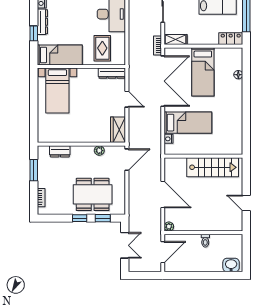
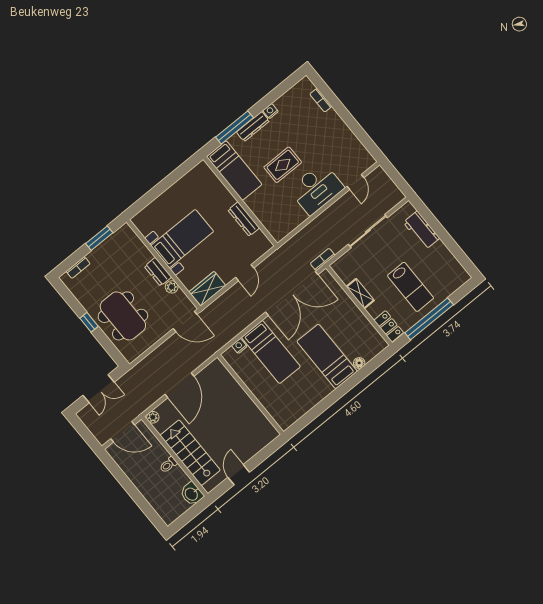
window: (34, 33) -> (235, 127), width x2.17
shelving: (176, 40) -> (360, 294), moved
rug: (102, 48) -> (283, 165), moved
bed: (203, 72) -> (327, 356), moved, turned 90
dresser: (112, 73) -> (244, 219), moved
bed with nightstands: (57, 90) -> (182, 239), moved, turned 180
dresser: (60, 151) -> (158, 272), moved
stairs: (213, 167) -> (190, 453), moved, turned 180
window: (103, 218) -> (108, 345), removed
washbasin: (231, 265) -> (192, 494), moved, turned 180

